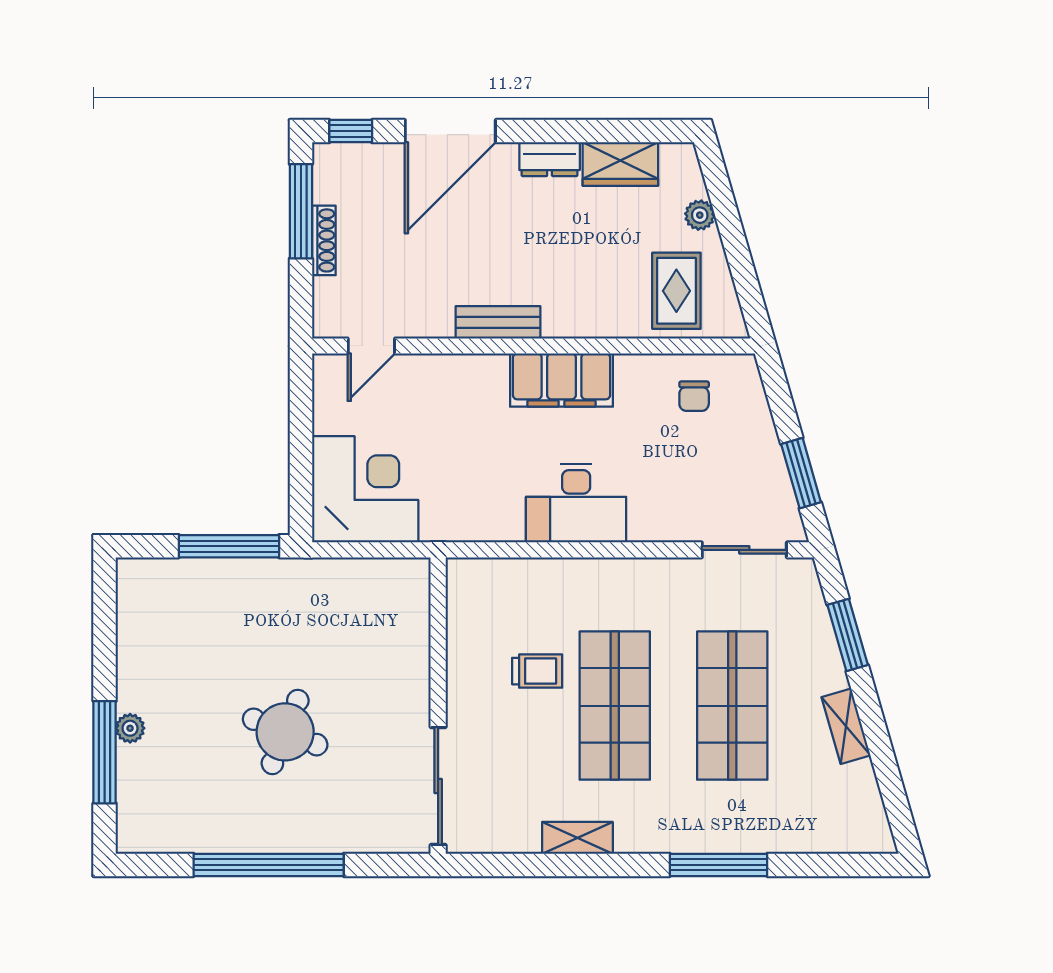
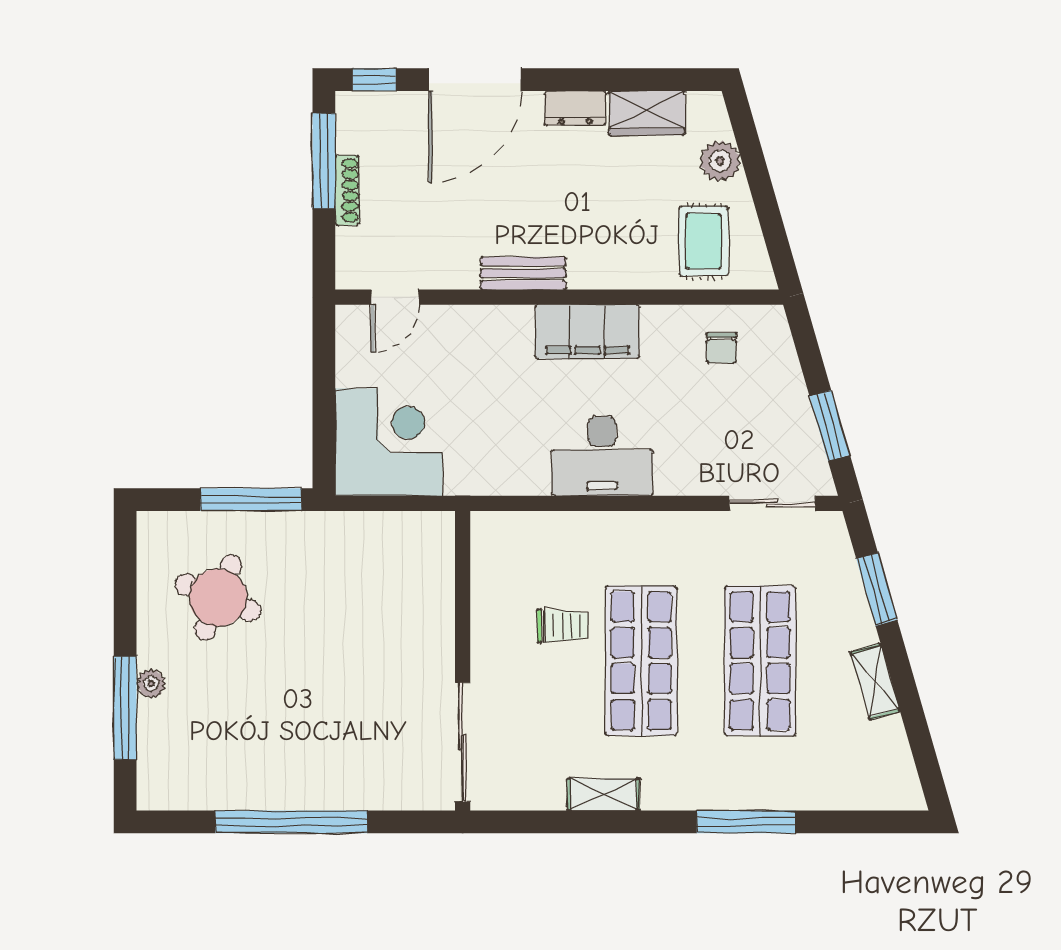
plant: (700, 215) -> (720, 161), width x1.38, depth x1.38
round table: (285, 732) -> (218, 597), moved

